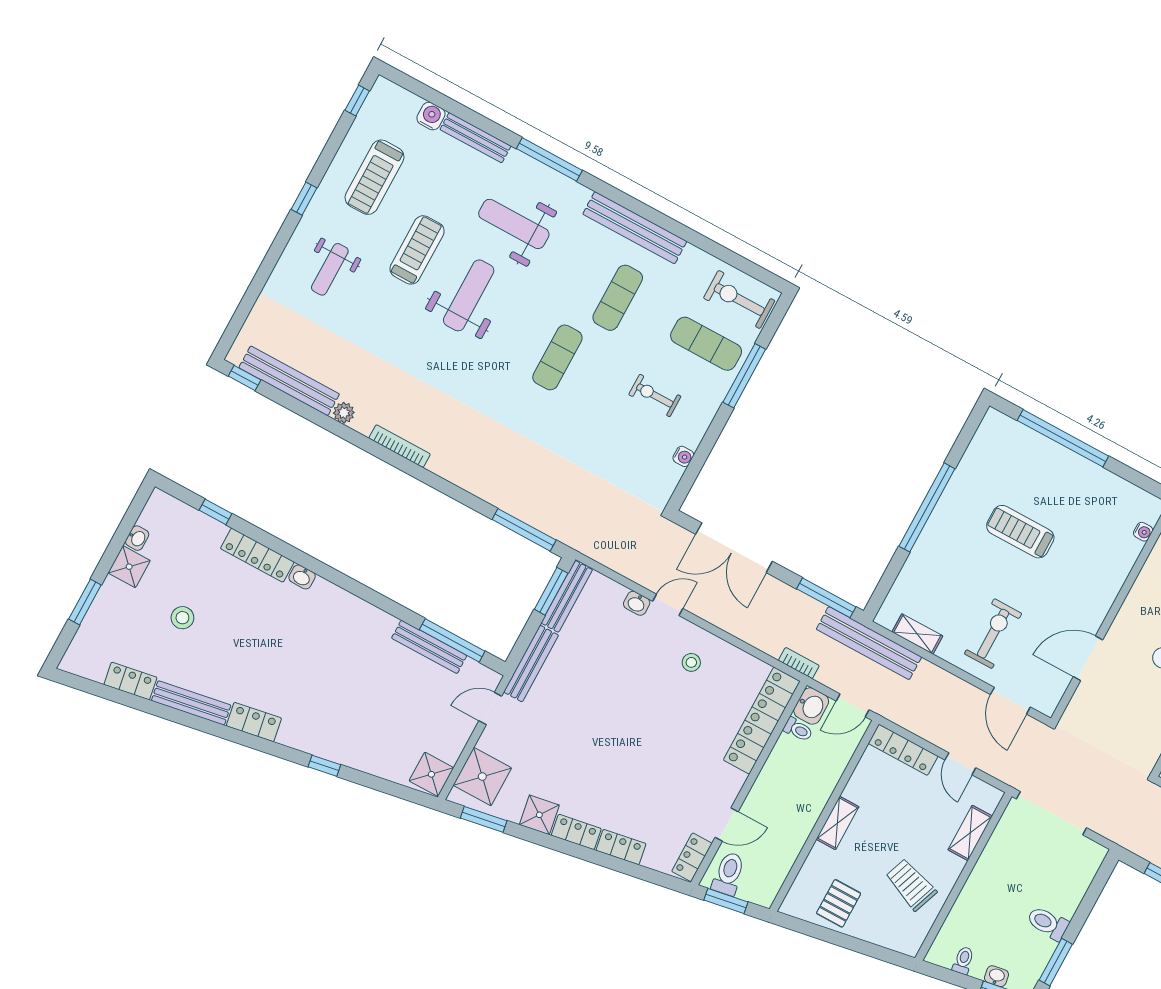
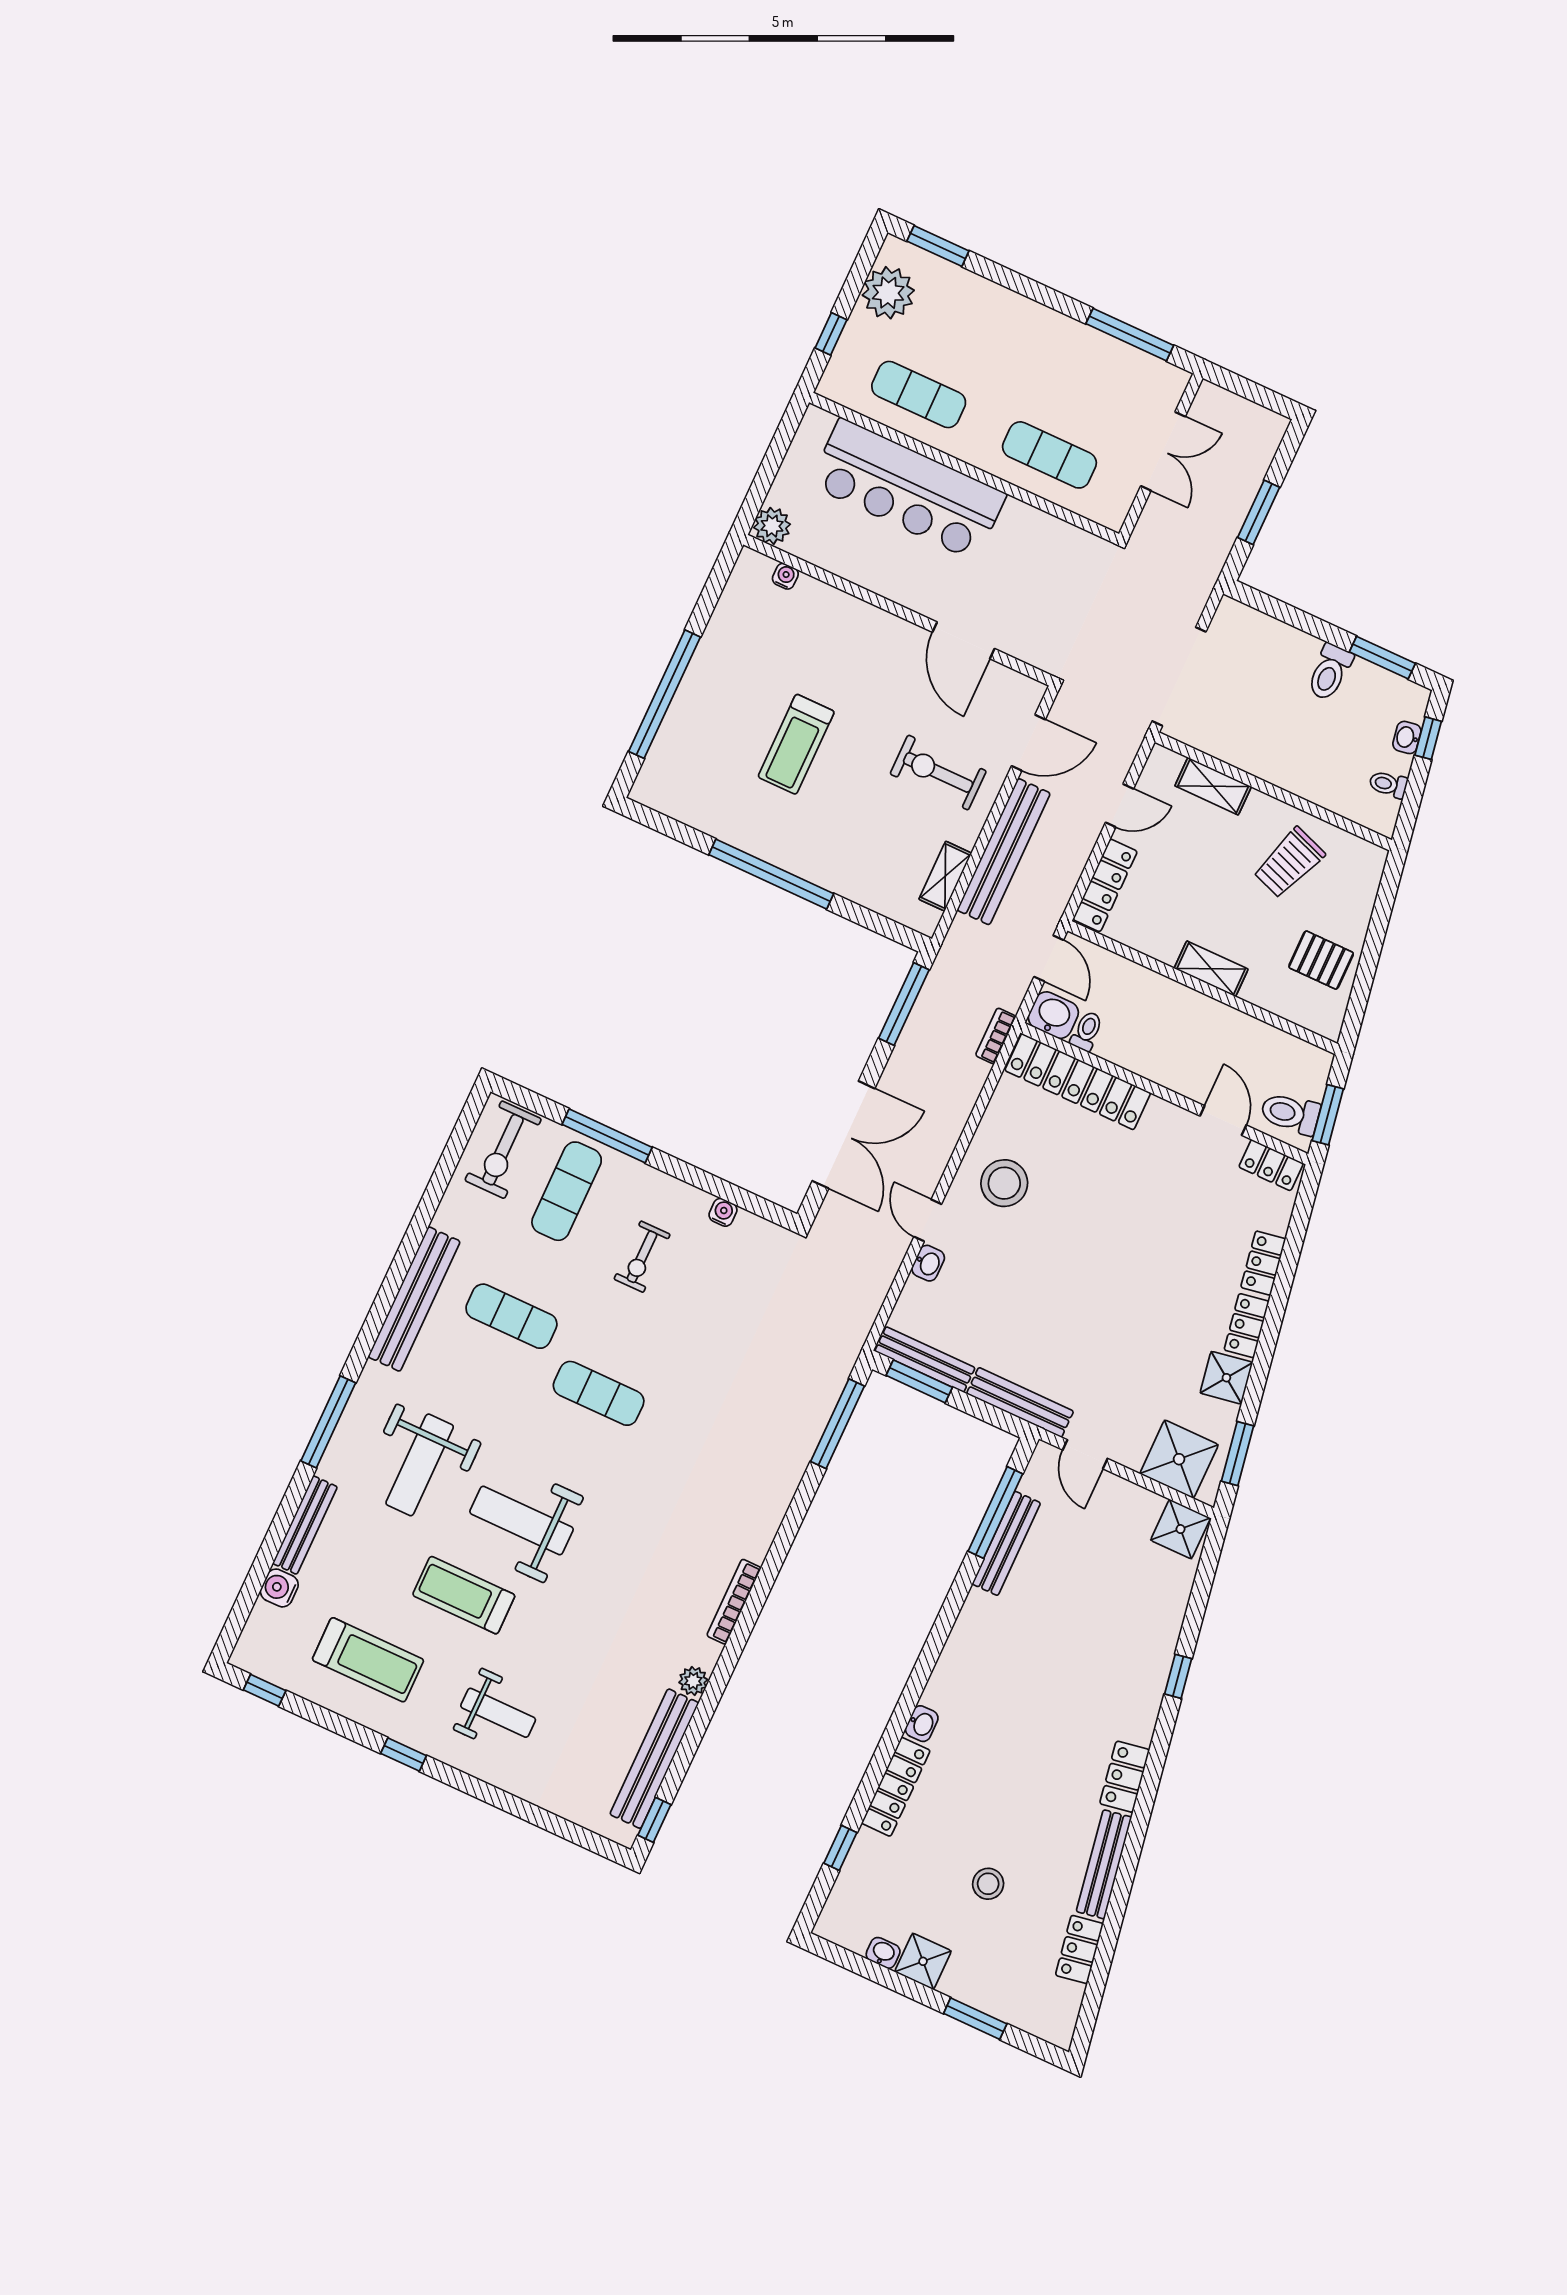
bench: (869, 643) -> (1004, 852), moved
stool: (691, 662) -> (1004, 1183), width x1.89, depth x1.89

